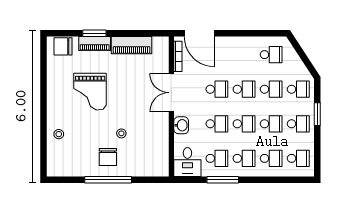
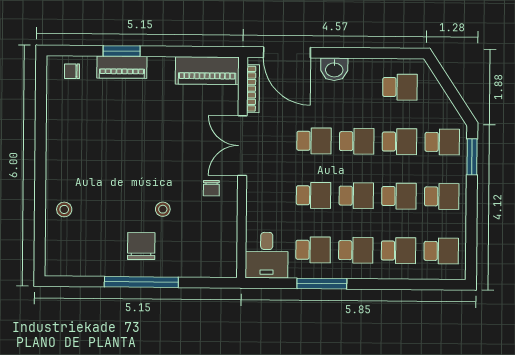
piano: (132, 45) -> (207, 71), moved
chair: (63, 46) -> (72, 71), width x0.54, depth x0.54
grand piano: (90, 92) -> (114, 143), removed
window: (317, 114) -> (472, 157), moved
chair: (152, 120) -> (211, 188), added
washbasin: (181, 125) -> (334, 69), moved, turned 90
chair: (108, 157) -> (141, 246), turned 180

